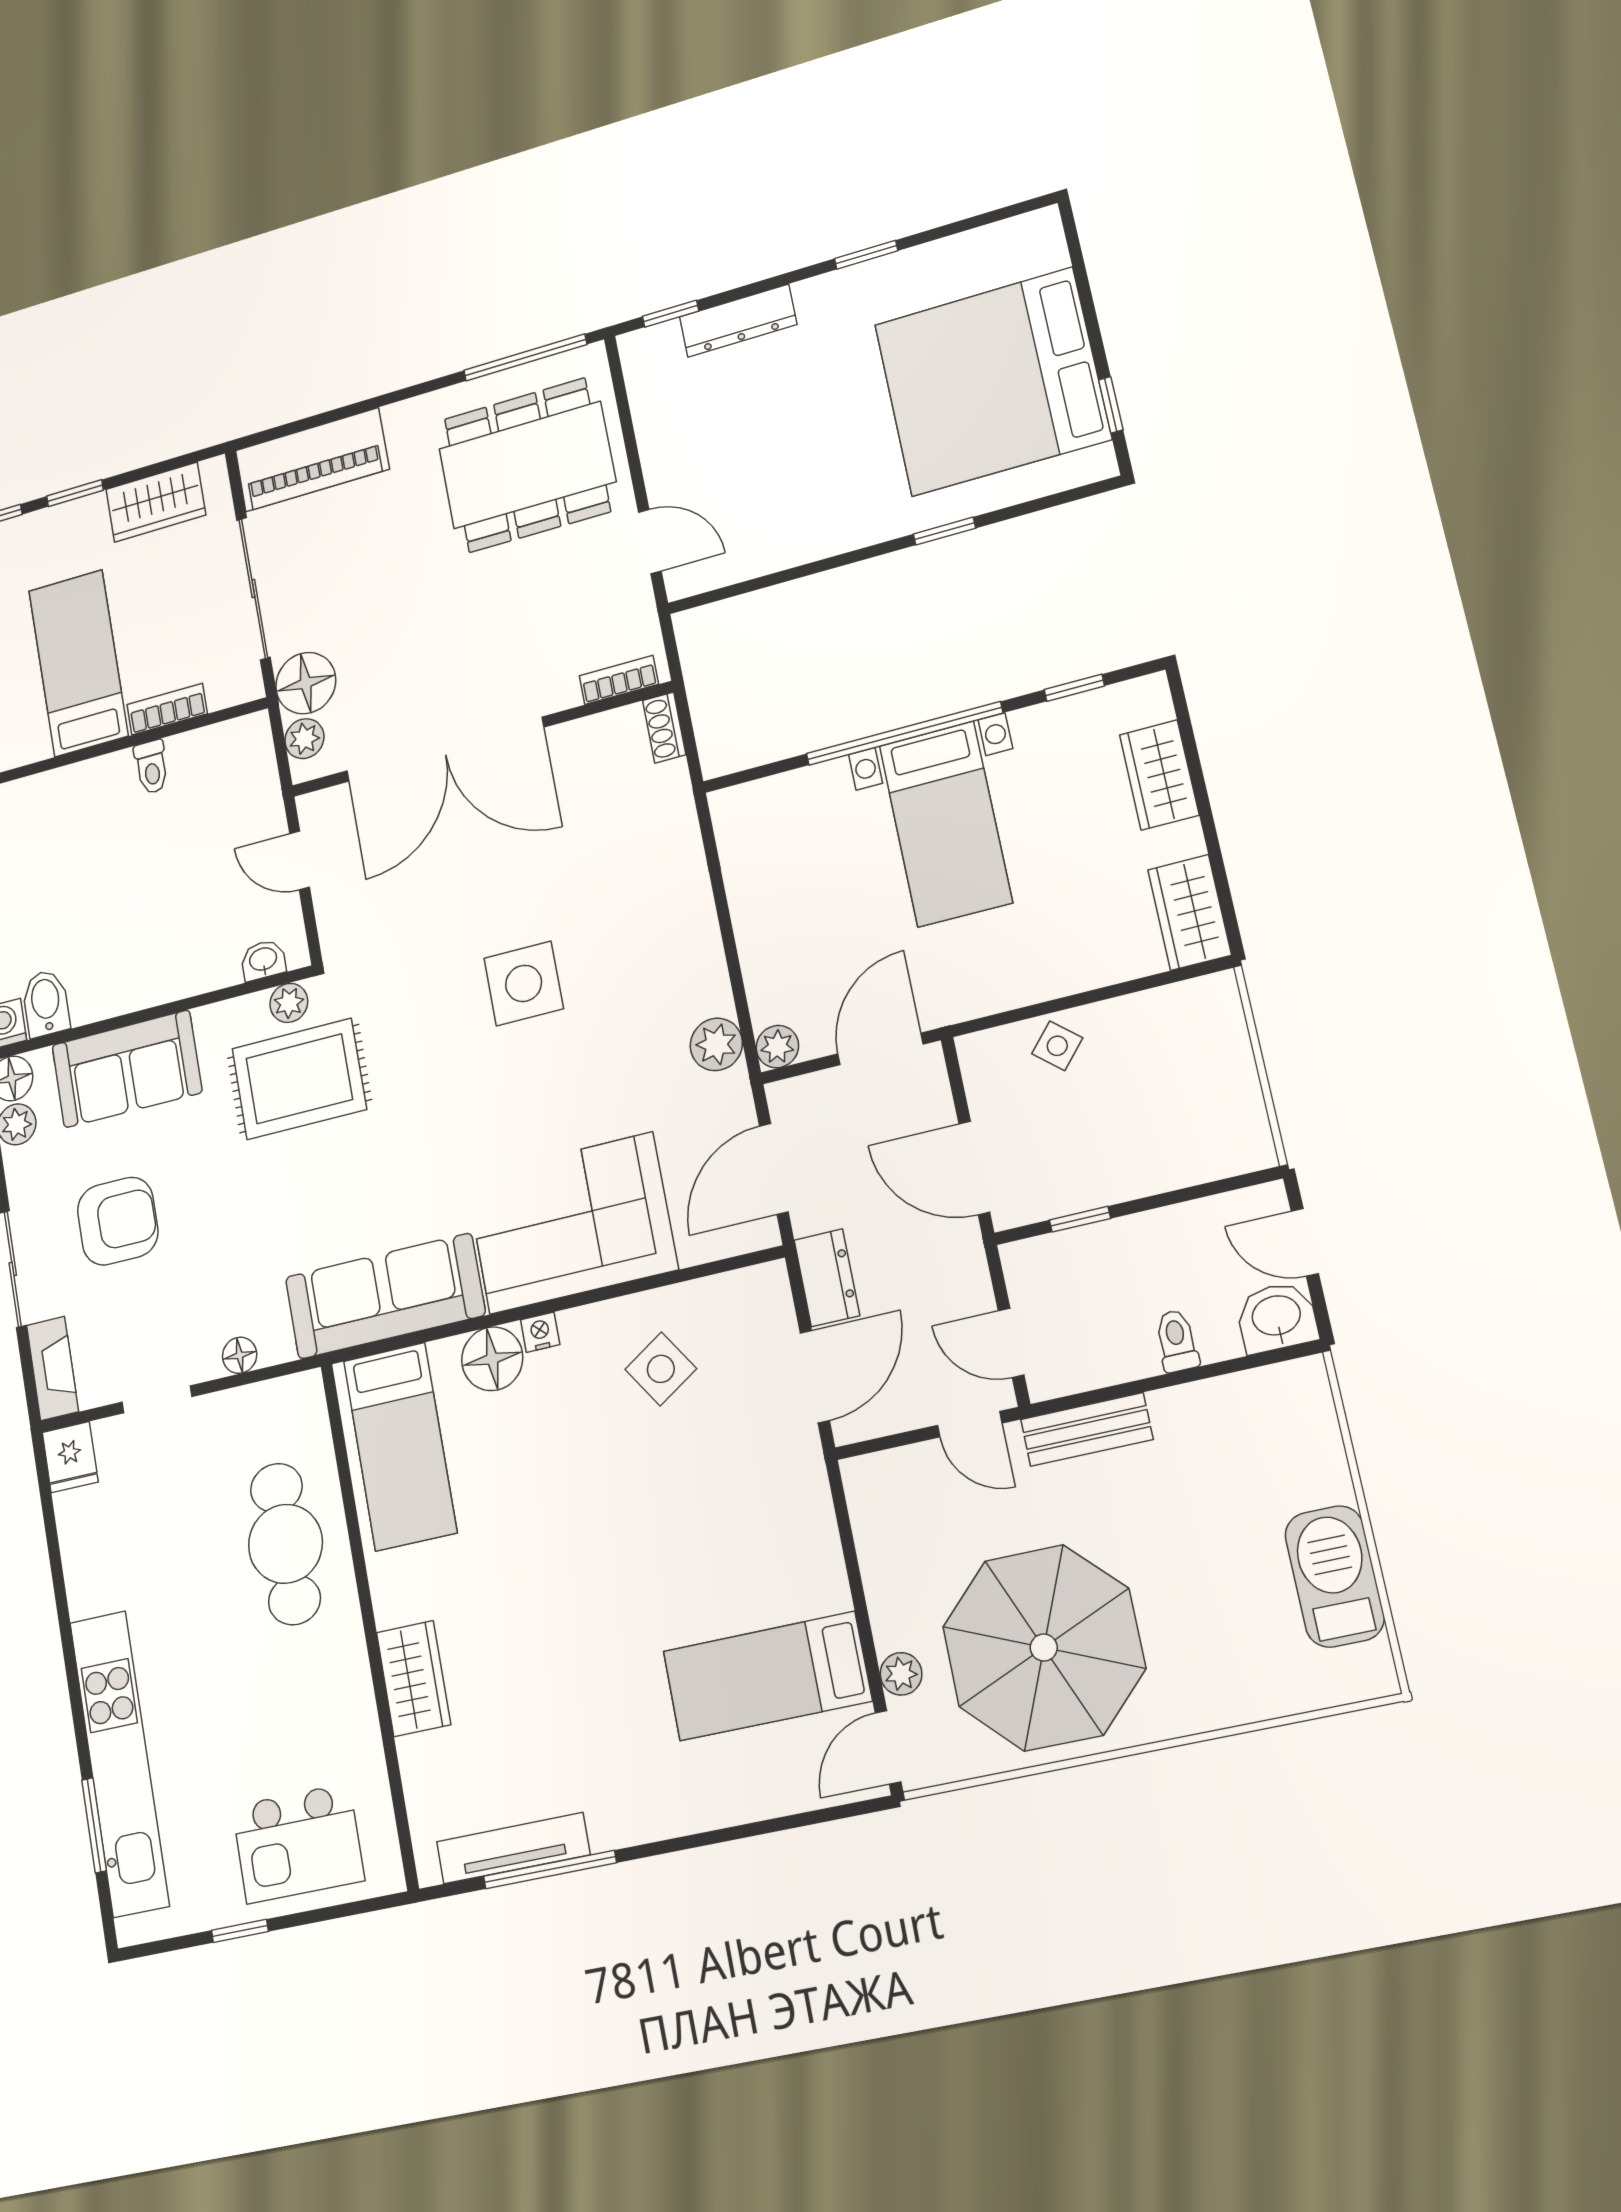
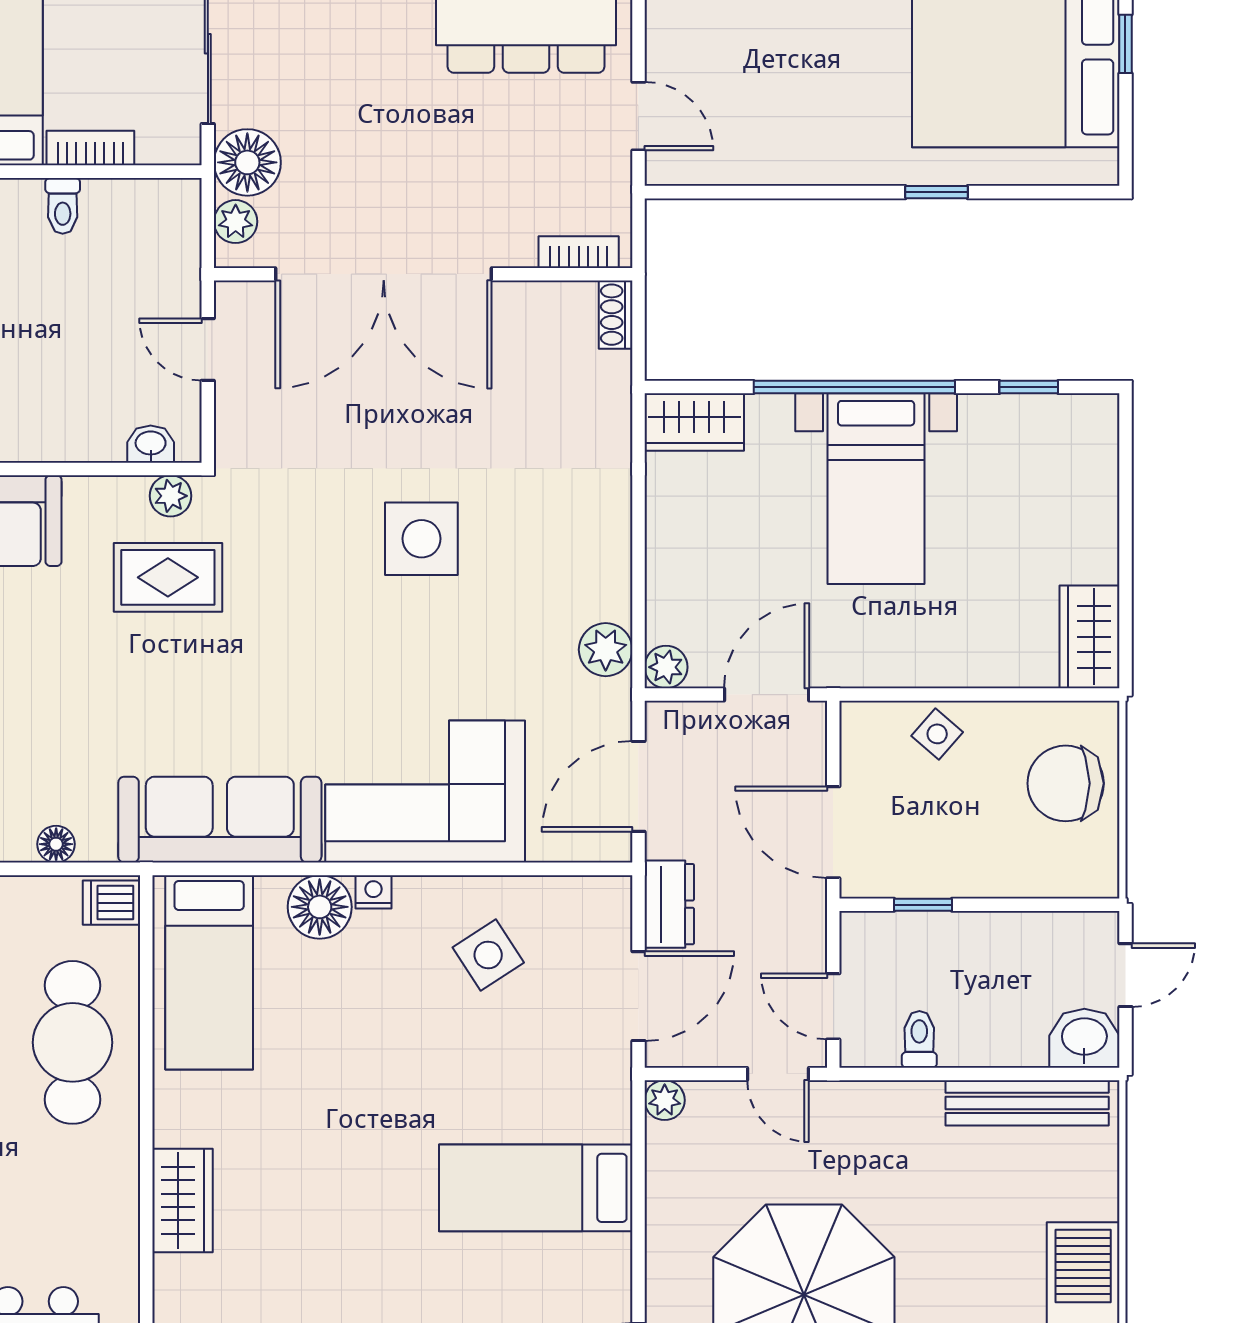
window: (1111, 405) -> (1125, 44), moved
wardrobe: (1159, 775) -> (694, 422), moved, turned -90
chair: (1198, 1063) -> (1066, 783), added
rug: (299, 1079) -> (168, 577), width x0.73, depth x0.70
door: (1305, 1242) -> (1125, 975), swing flipped
toilet: (1177, 1341) -> (919, 1039), moved
dishwasher: (299, 1400) -> (111, 903), added
bench: (1087, 1429) -> (1027, 1103), moved, width x1.36
plant: (901, 1674) -> (665, 1100), moved
bed: (767, 1676) -> (536, 1188), moved

